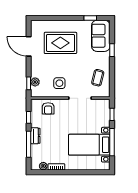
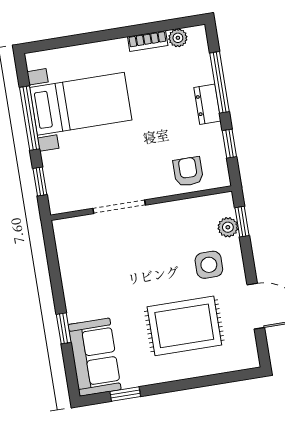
coffee table: (98, 78) -> (86, 260), removed
side table: (59, 83) -> (209, 265), moved

